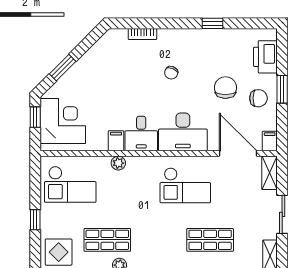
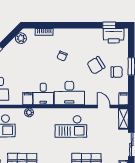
window: (212, 23) -> (109, 25), moved
plant: (105, 44) -> (21, 38), added
printer: (265, 57) -> (114, 36), moved, turned -90
chair: (225, 88) -> (96, 65), turned -121
door: (238, 153) -> (104, 106), width x0.53

